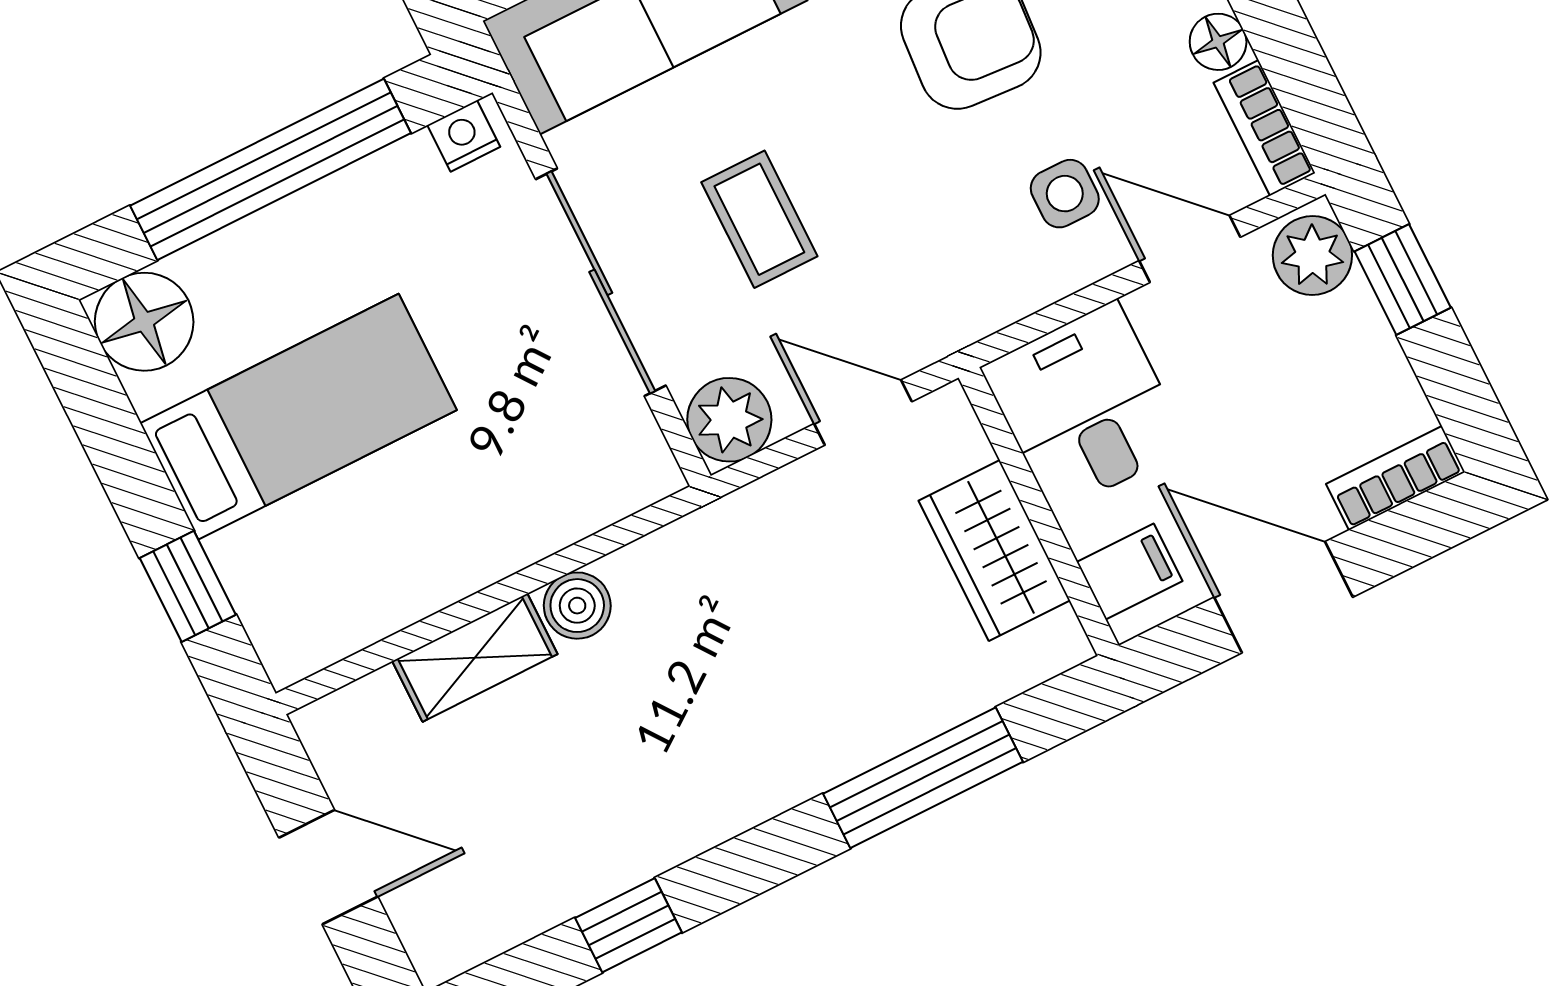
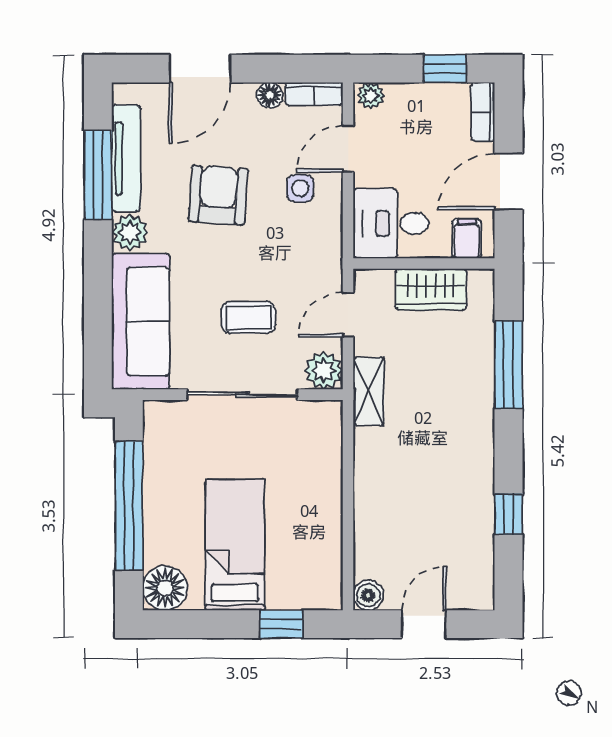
nightstand: (464, 136) -> (155, 421), removed
plant: (1312, 256) -> (371, 95), width x0.73, depth x0.73
window: (1403, 279) -> (445, 69), moved
boiler: (577, 606) -> (368, 595), moved
shelving: (475, 658) -> (369, 391), moved

